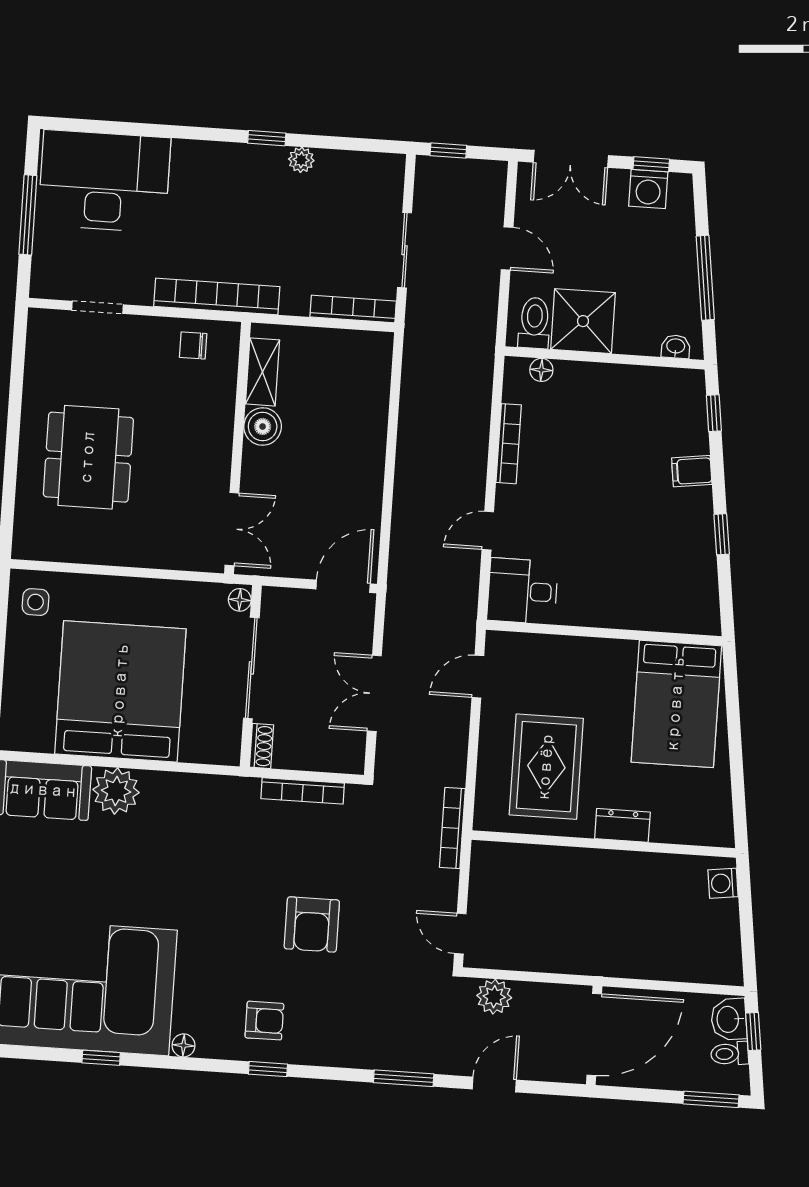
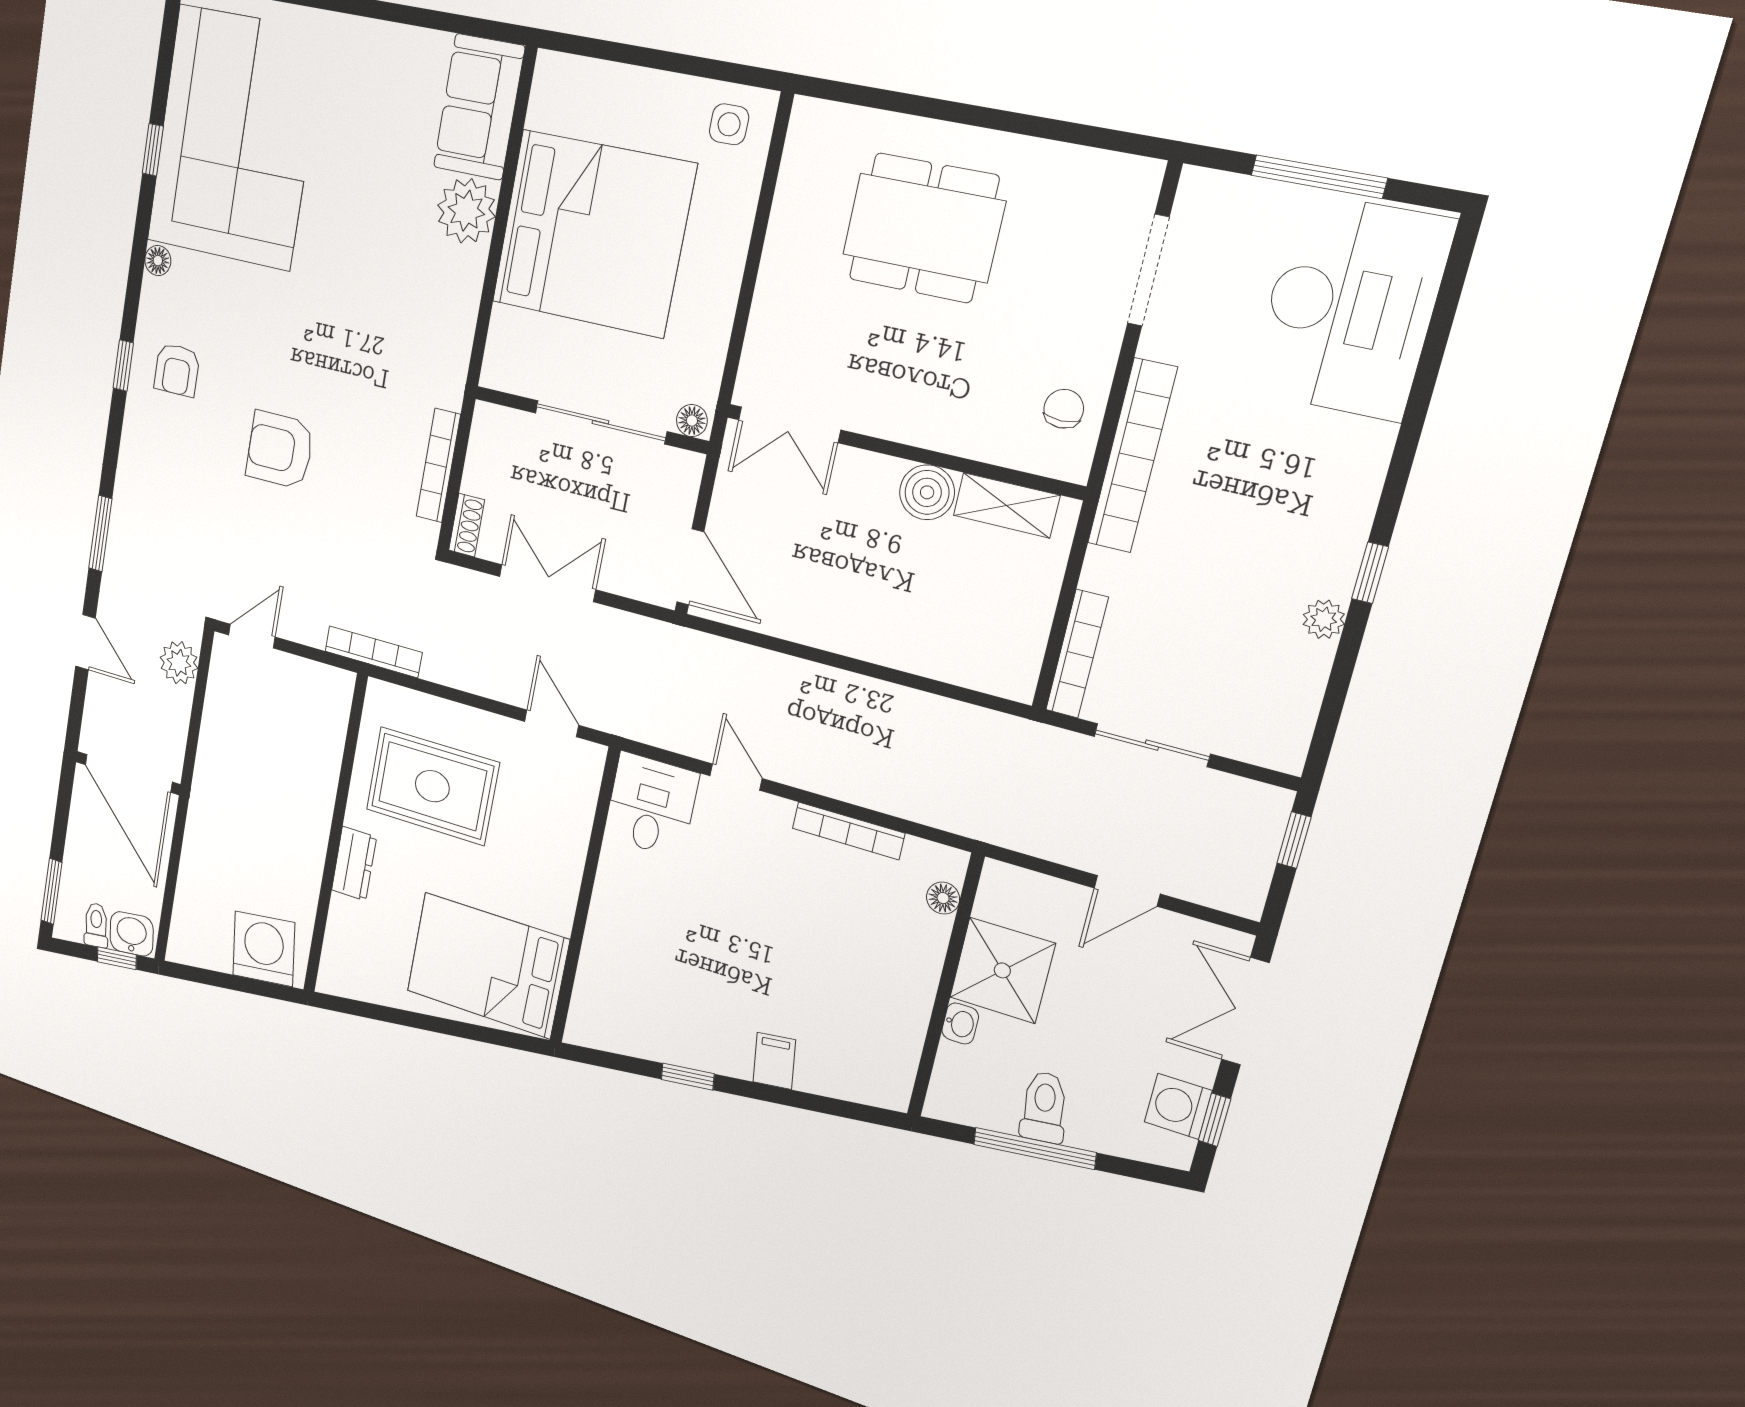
doorway: (97, 307) -> (1148, 270), width x1.38
toilet: (534, 323) -> (1044, 1107), moved, turned -98
washbasin: (676, 347) -> (960, 1023), moved
window: (714, 413) -> (846, 1109), removed
shoe rack: (261, 746) -> (467, 525), moved, turned -90
washing machine: (723, 883) -> (264, 949), width x1.89, depth x1.89

